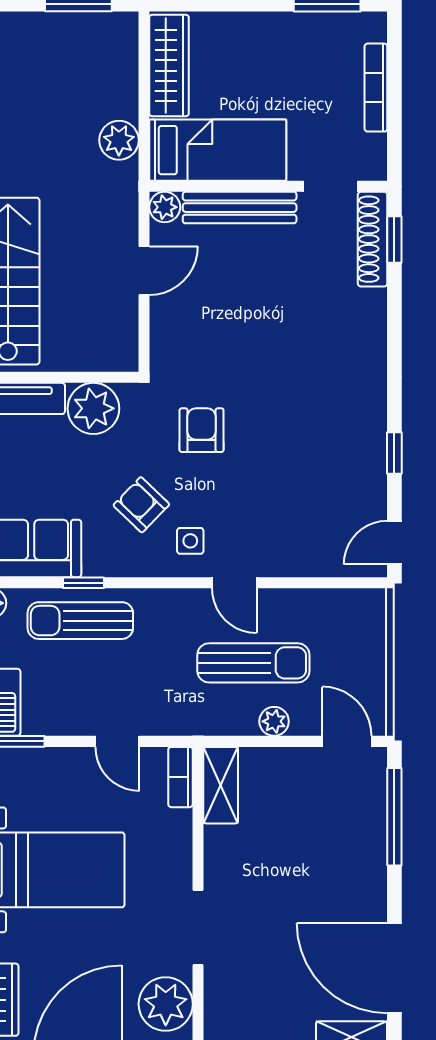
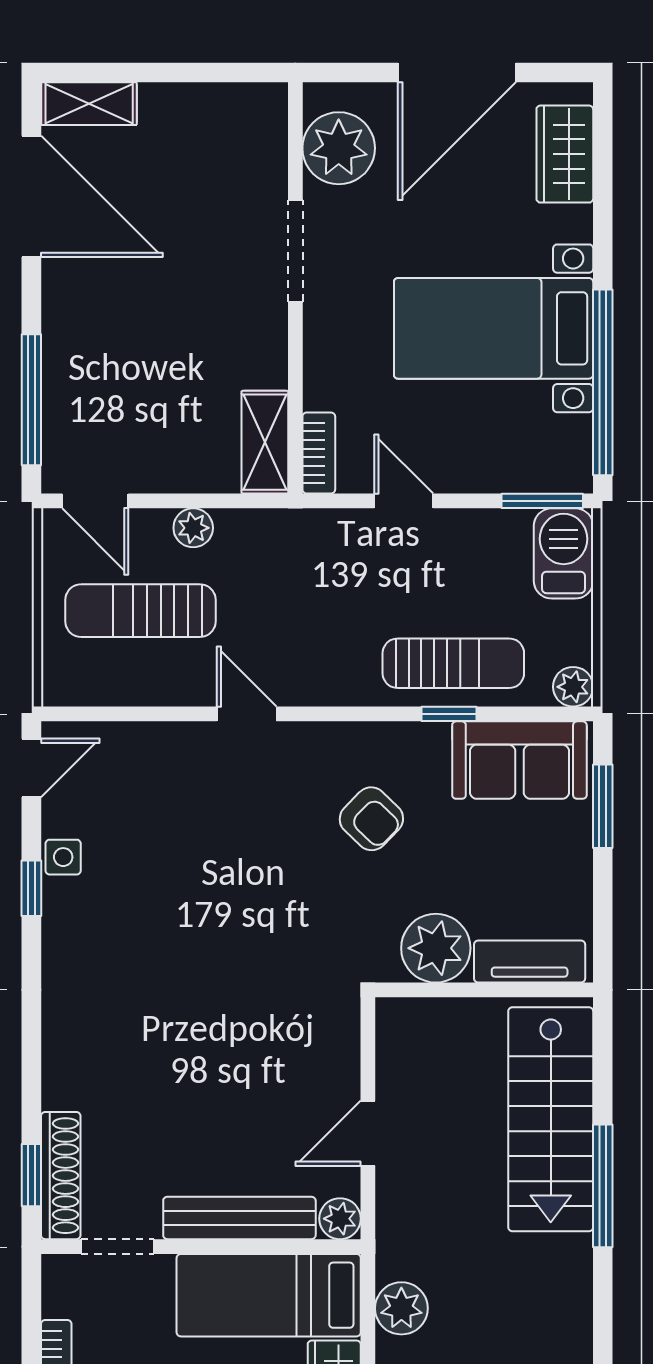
armchair: (202, 430) -> (291, 919), removed
side table: (190, 541) -> (63, 857), moved
sun lounger: (253, 663) -> (140, 611), moved

